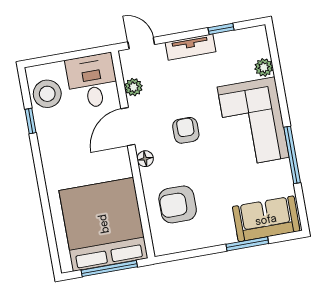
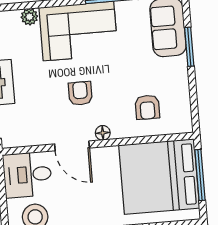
plant: (133, 87) -> (36, 138), removed
armchair: (186, 130) -> (80, 93), turned 90
armchair: (178, 204) -> (147, 107), width x0.72, depth x0.72

